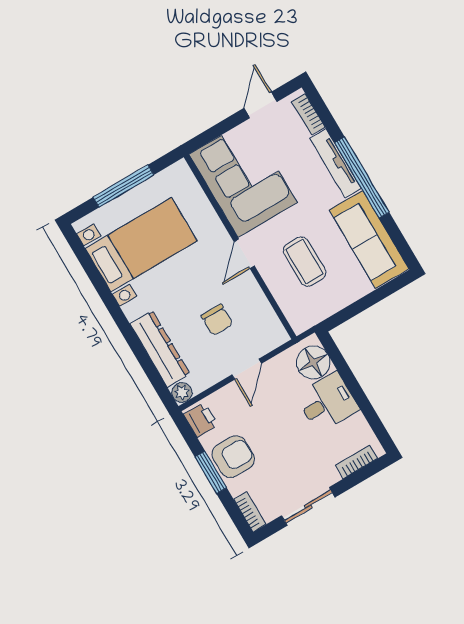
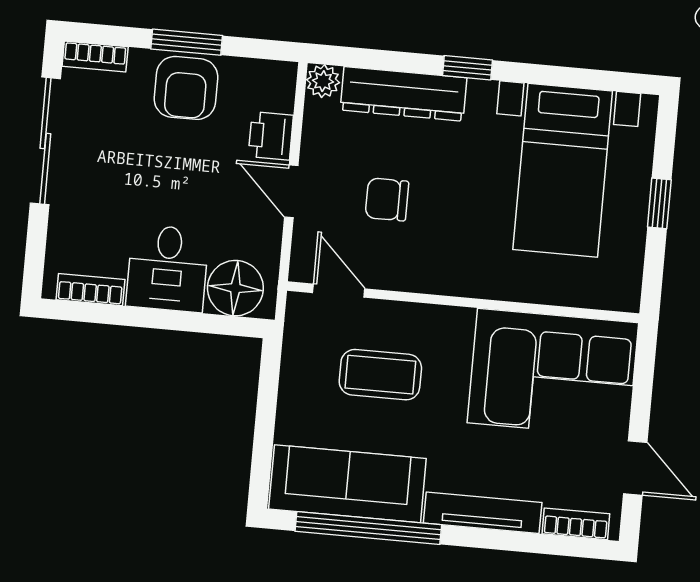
window: (362, 177) -> (368, 528), moved
window: (123, 186) -> (659, 203), width x0.46
door: (244, 254) -> (339, 291), moved
window: (125, 327) -> (467, 68), added
printer: (201, 420) -> (271, 136), moved, turned 90
bookcase: (357, 462) -> (90, 290), moved, turned -90
sliding door: (308, 506) -> (45, 141), width x1.37

